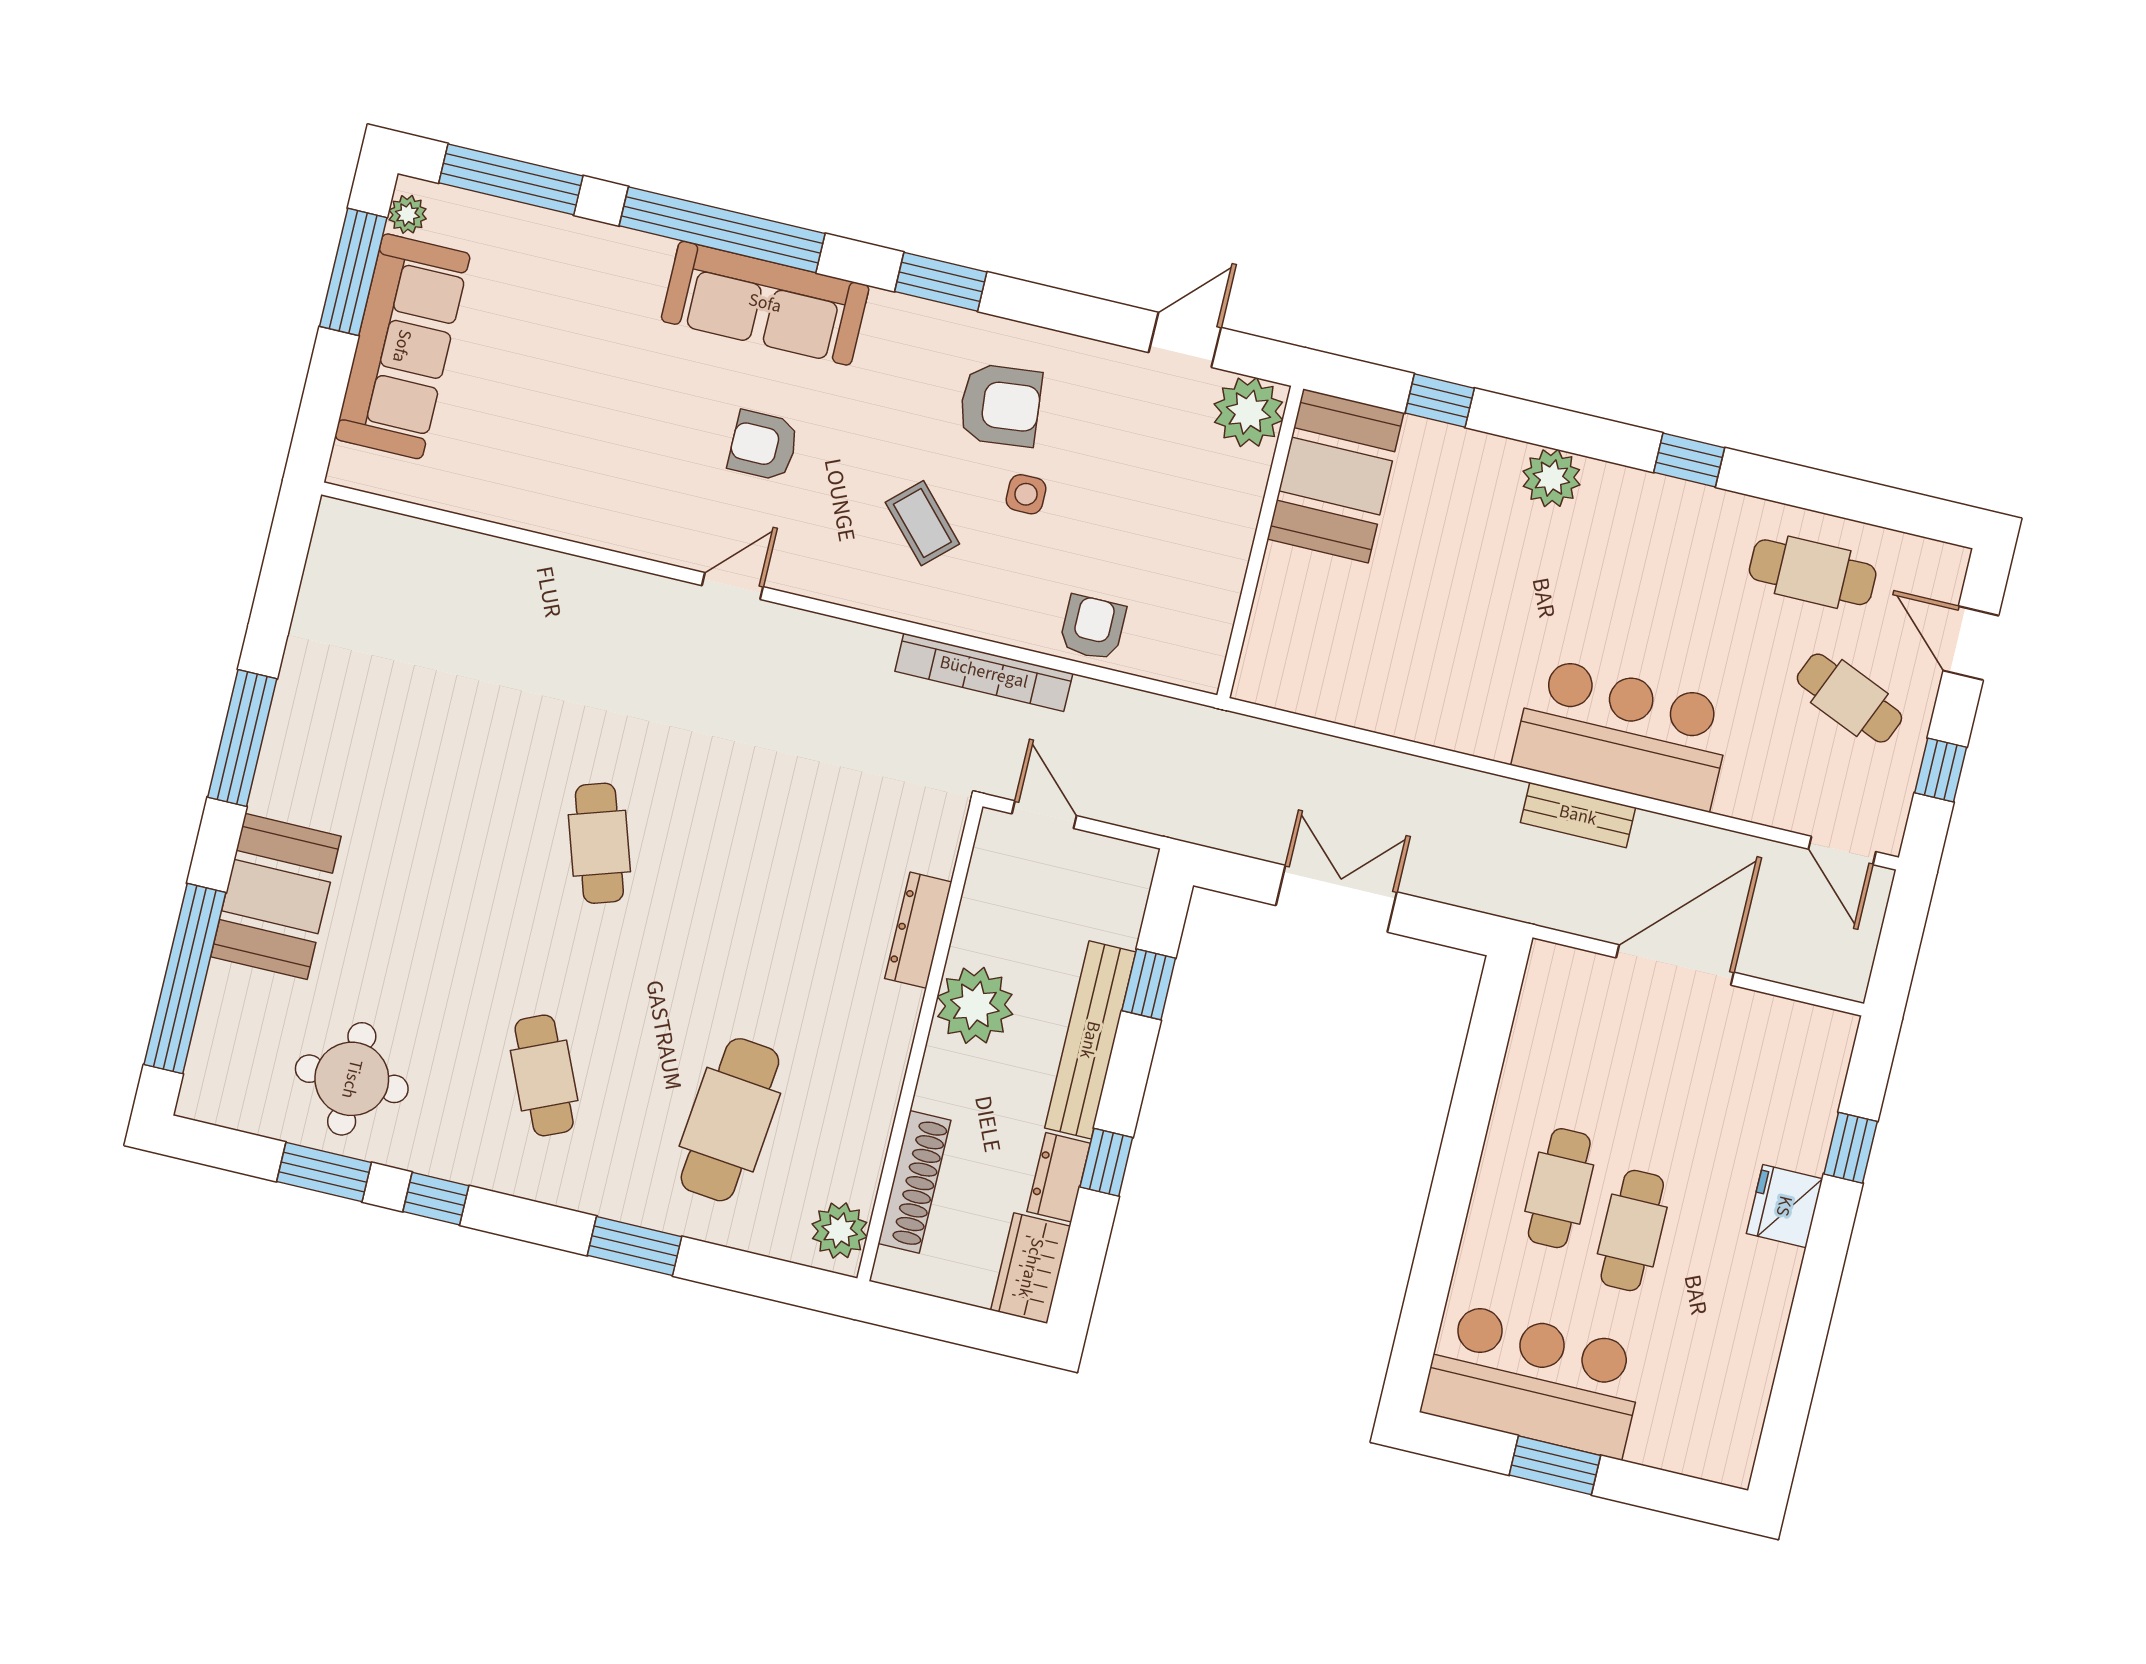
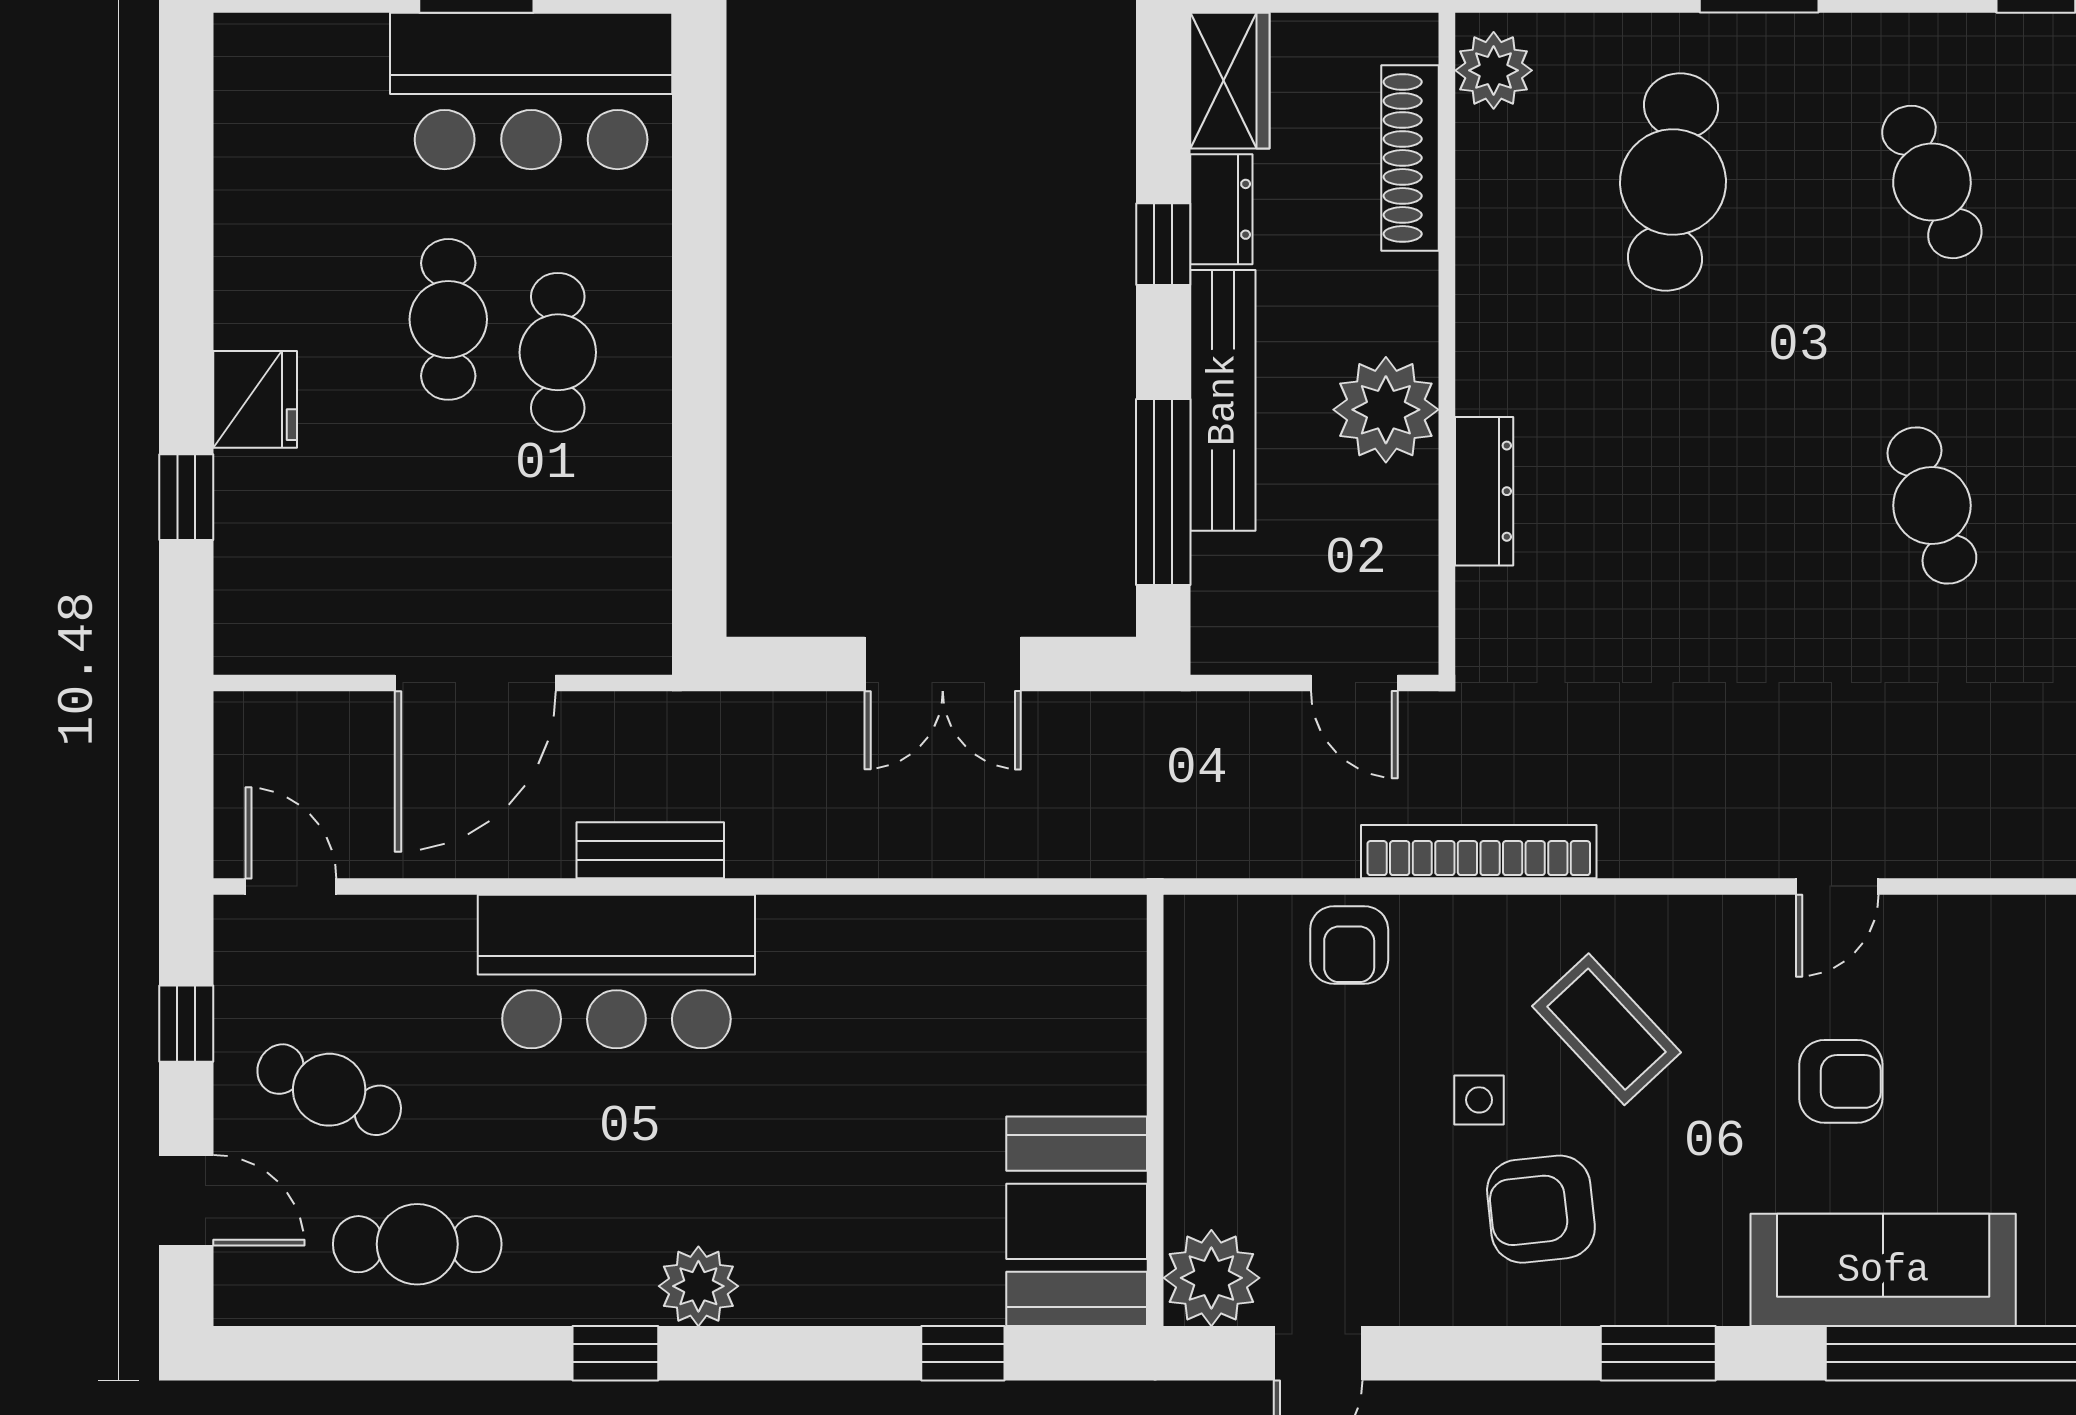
plant: (1551, 478) -> (698, 1286), moved
coffee table: (922, 523) -> (1607, 1029), width x1.36, depth x1.30
window: (1149, 984) -> (1163, 492), width x2.17

